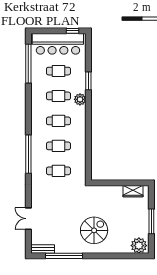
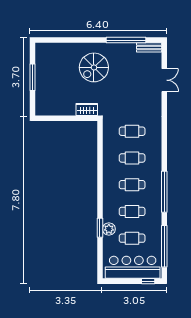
window: (73, 31) -> (148, 281), moved
plant: (80, 99) -> (109, 229), moved
window: (28, 154) -> (164, 192), moved
wardrobe: (133, 191) -> (87, 109), moved
plant: (139, 246) -> (46, 51), removed

